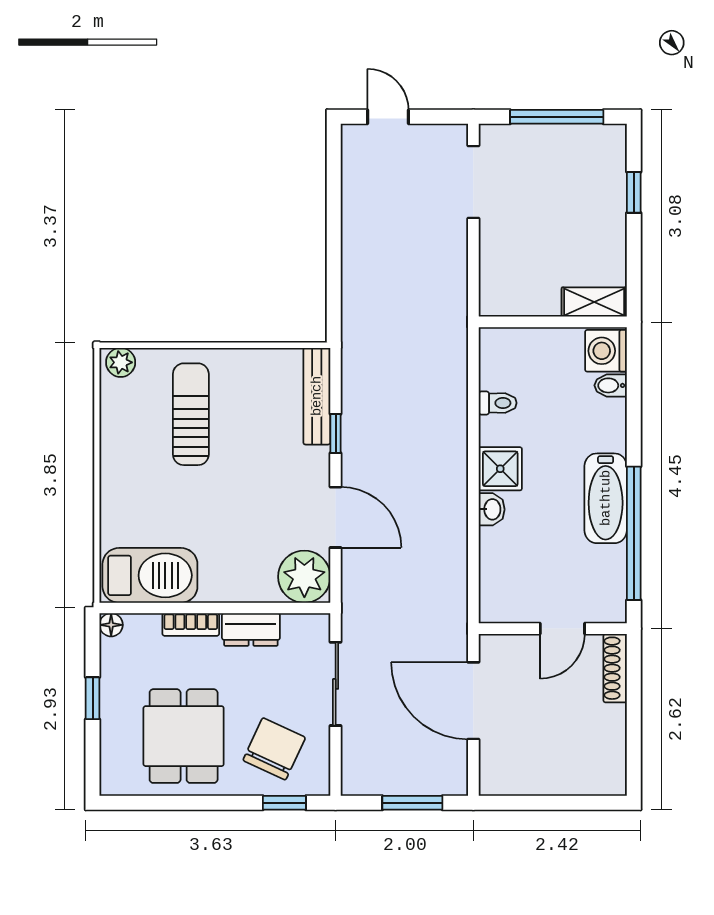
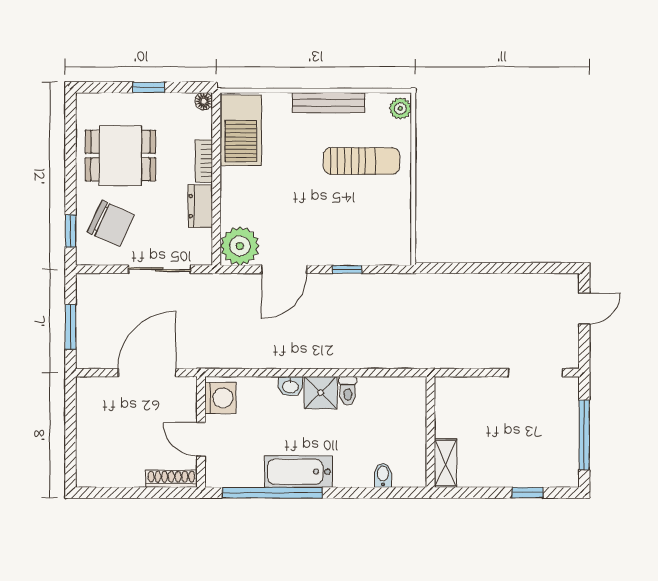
washing machine: (606, 351) -> (220, 398), moved, turned 90
bench: (317, 396) -> (329, 103), moved
toilet: (498, 403) -> (348, 391), moved

